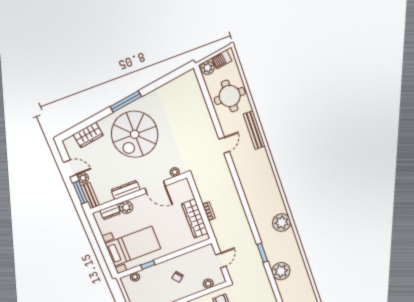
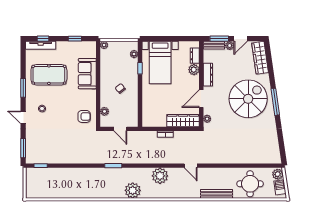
spiral stairs: (135, 134) -> (248, 99), turned 90
wardrobe: (88, 135) -> (260, 58), width x1.50
door: (224, 145) -> (191, 166), moved
wardrobe: (195, 219) -> (183, 121), moved
plant: (281, 271) -> (160, 176), moved

